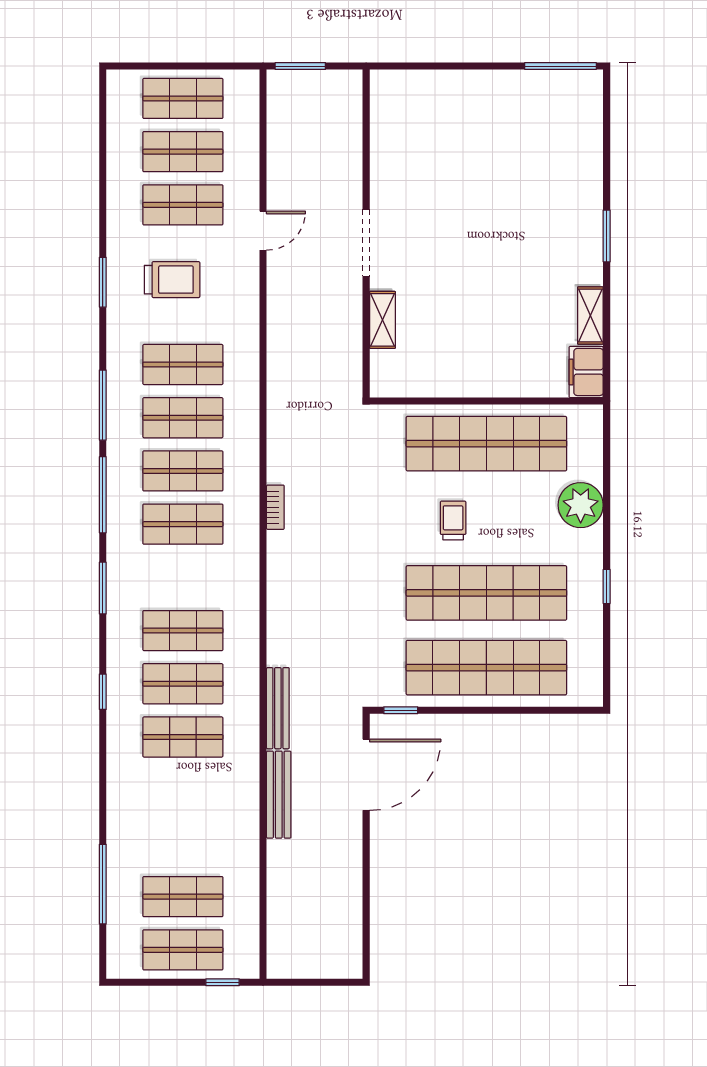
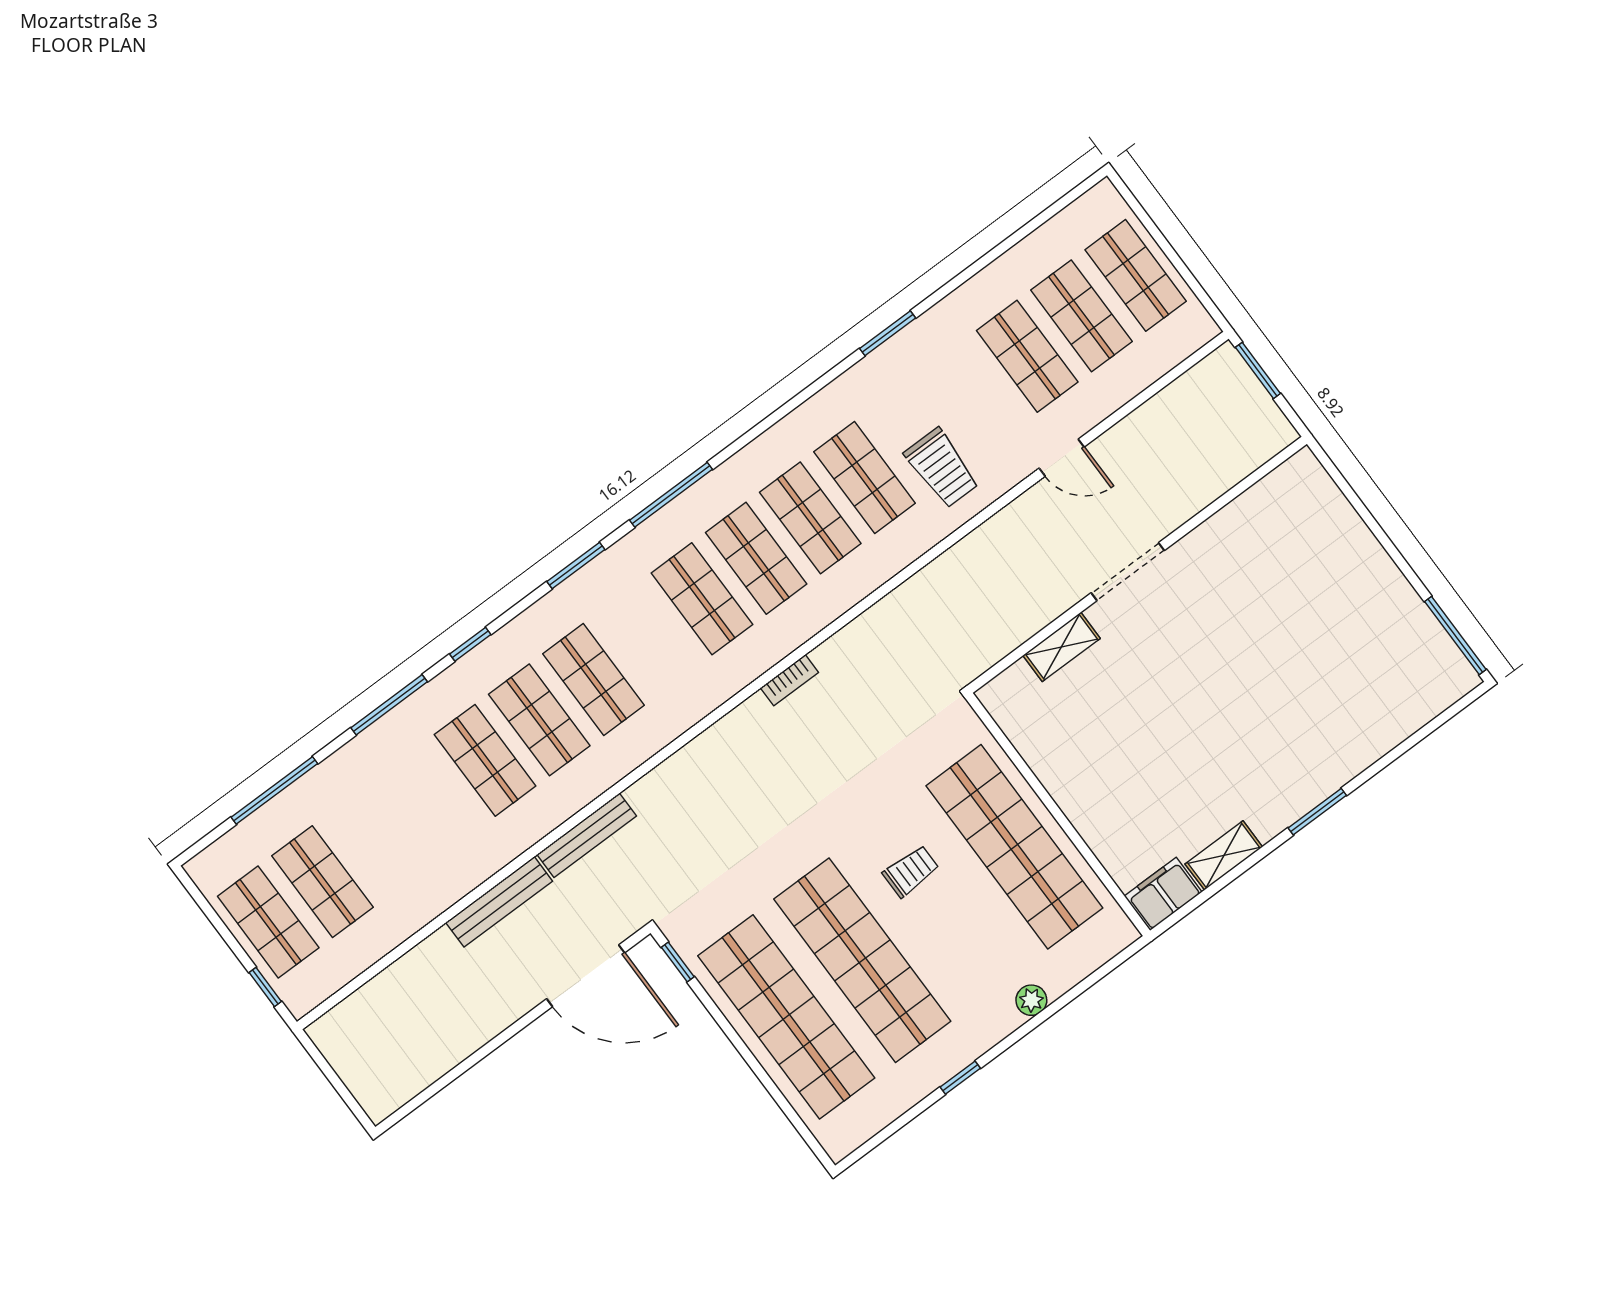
trolley: (172, 280) -> (942, 468), moved
window: (103, 405) -> (389, 705), moved
plant: (581, 505) -> (1031, 1000), width x0.53, depth x0.53

